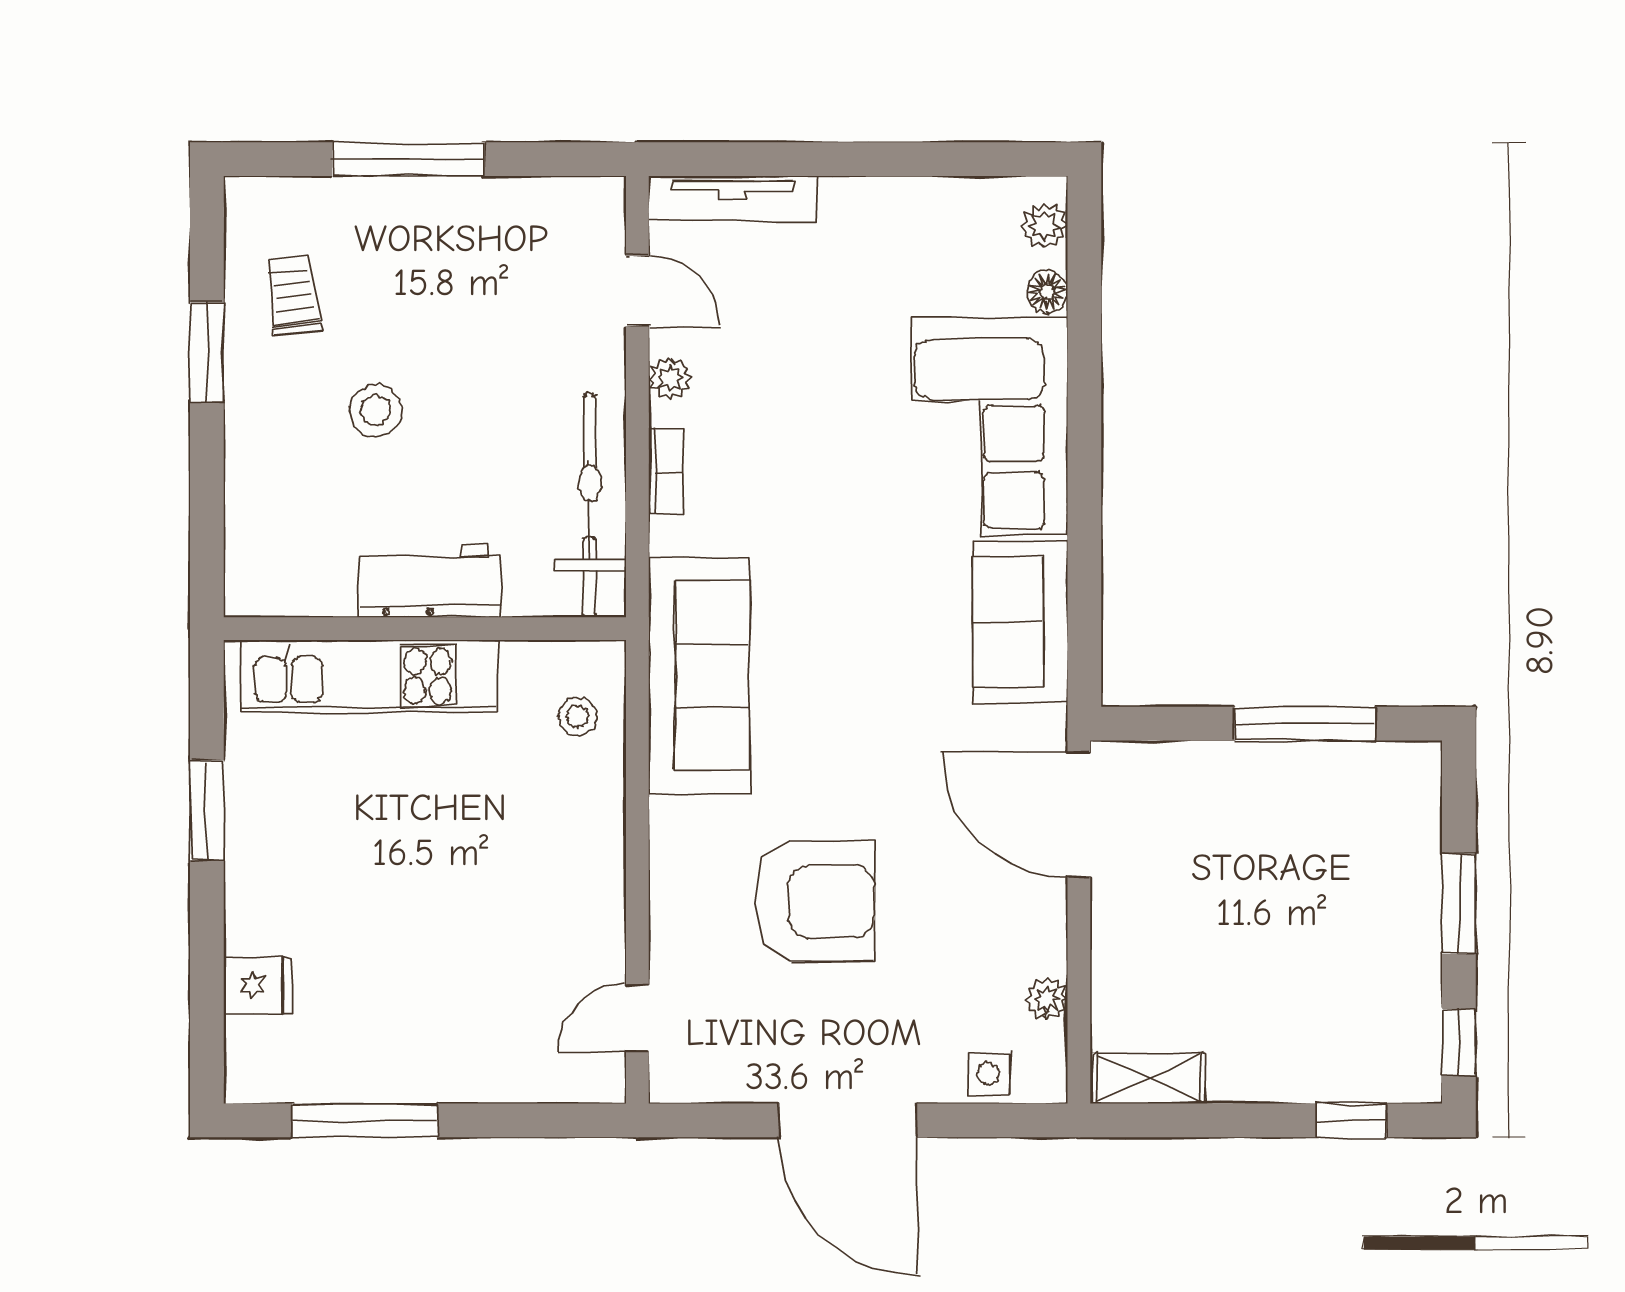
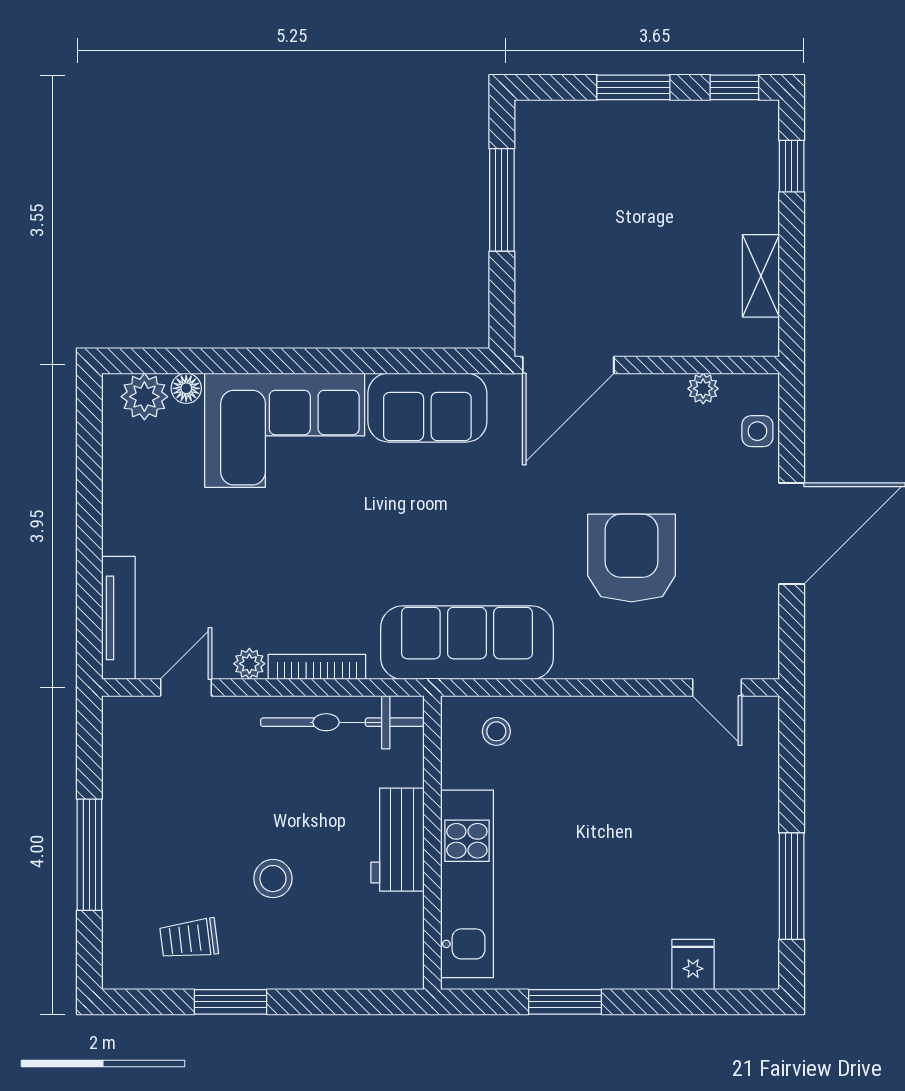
plant: (1044, 226) -> (144, 397), width x1.38, depth x1.38
bookcase: (666, 471) -> (317, 667), width x1.56
shelving: (1149, 1078) -> (761, 276), moved

